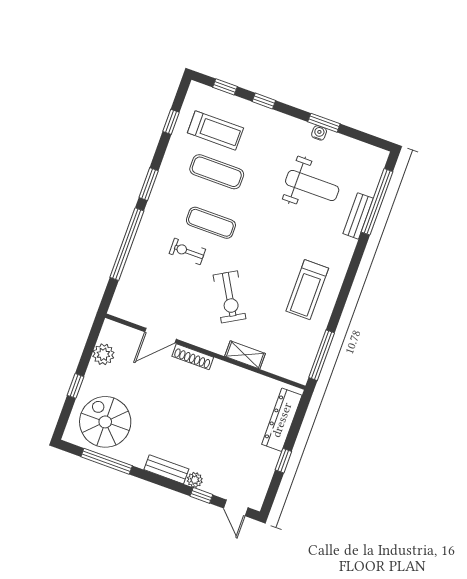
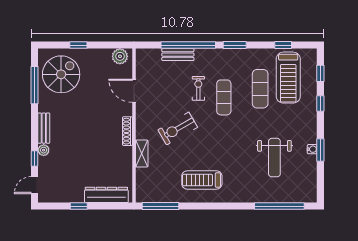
treadmill: (215, 130) -> (288, 78), width x1.37, depth x1.38
bench: (358, 216) -> (178, 55), moved
plant: (103, 354) -> (120, 56), moved
shoe rack: (193, 357) -> (127, 131), moved

